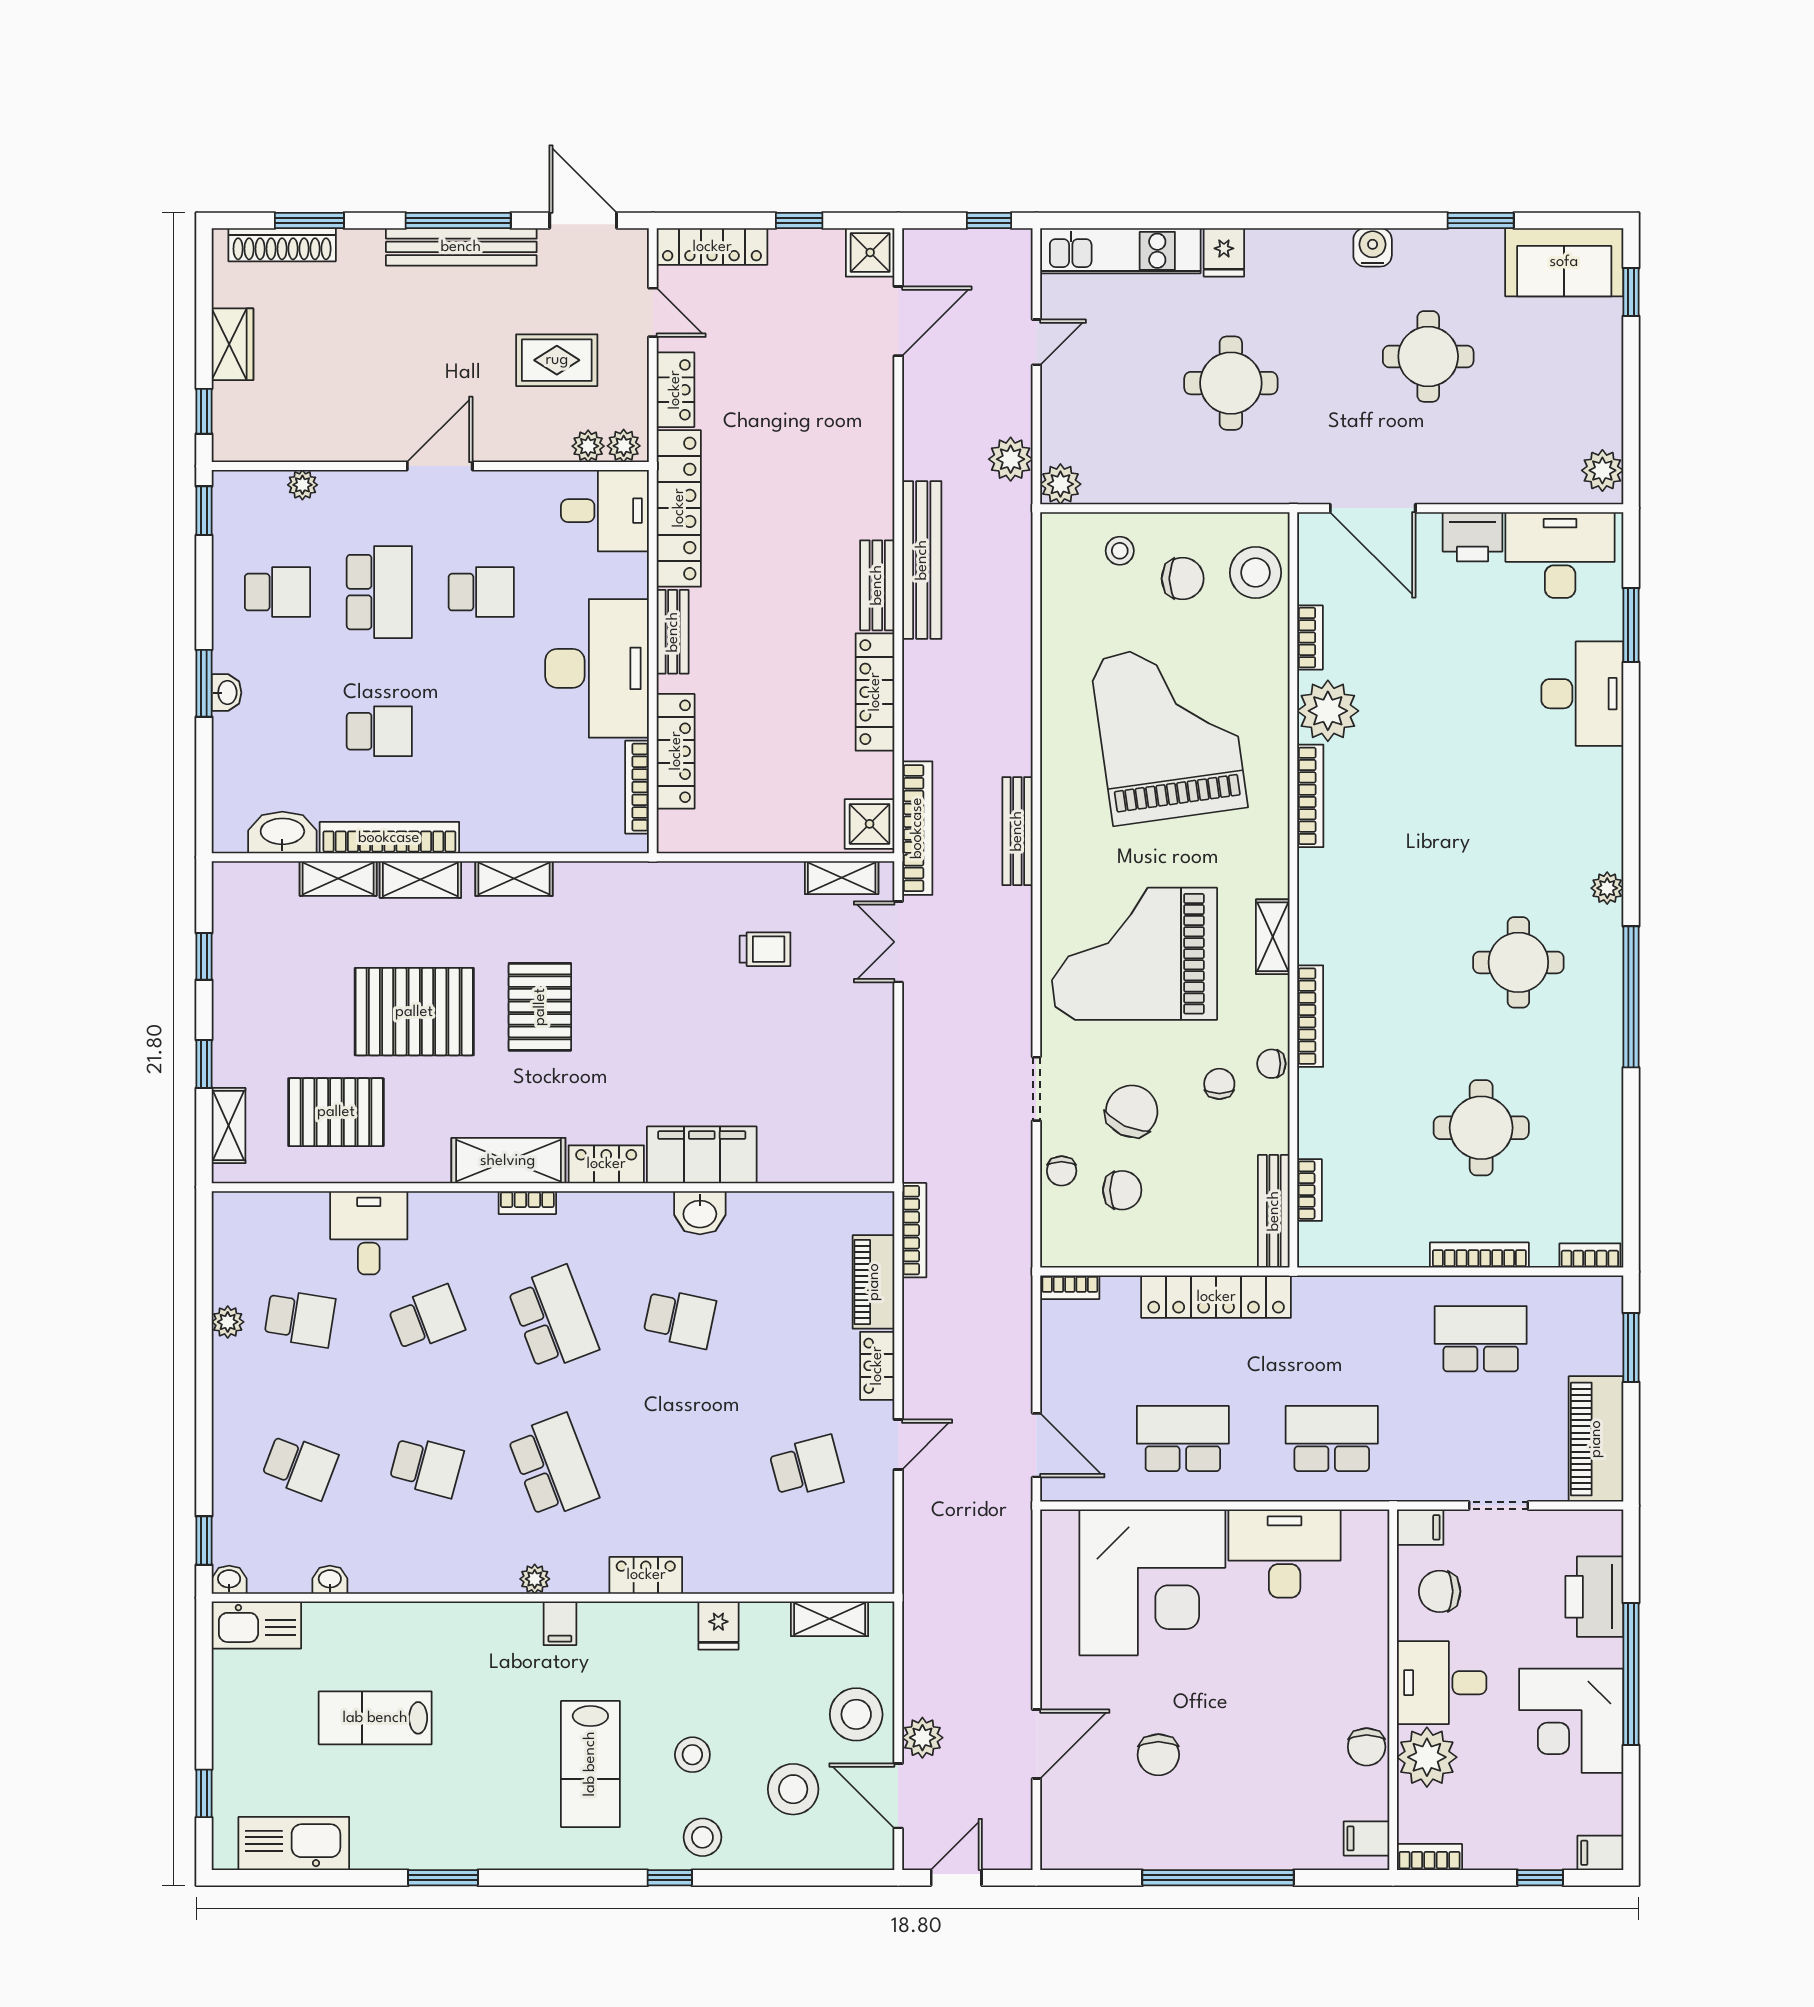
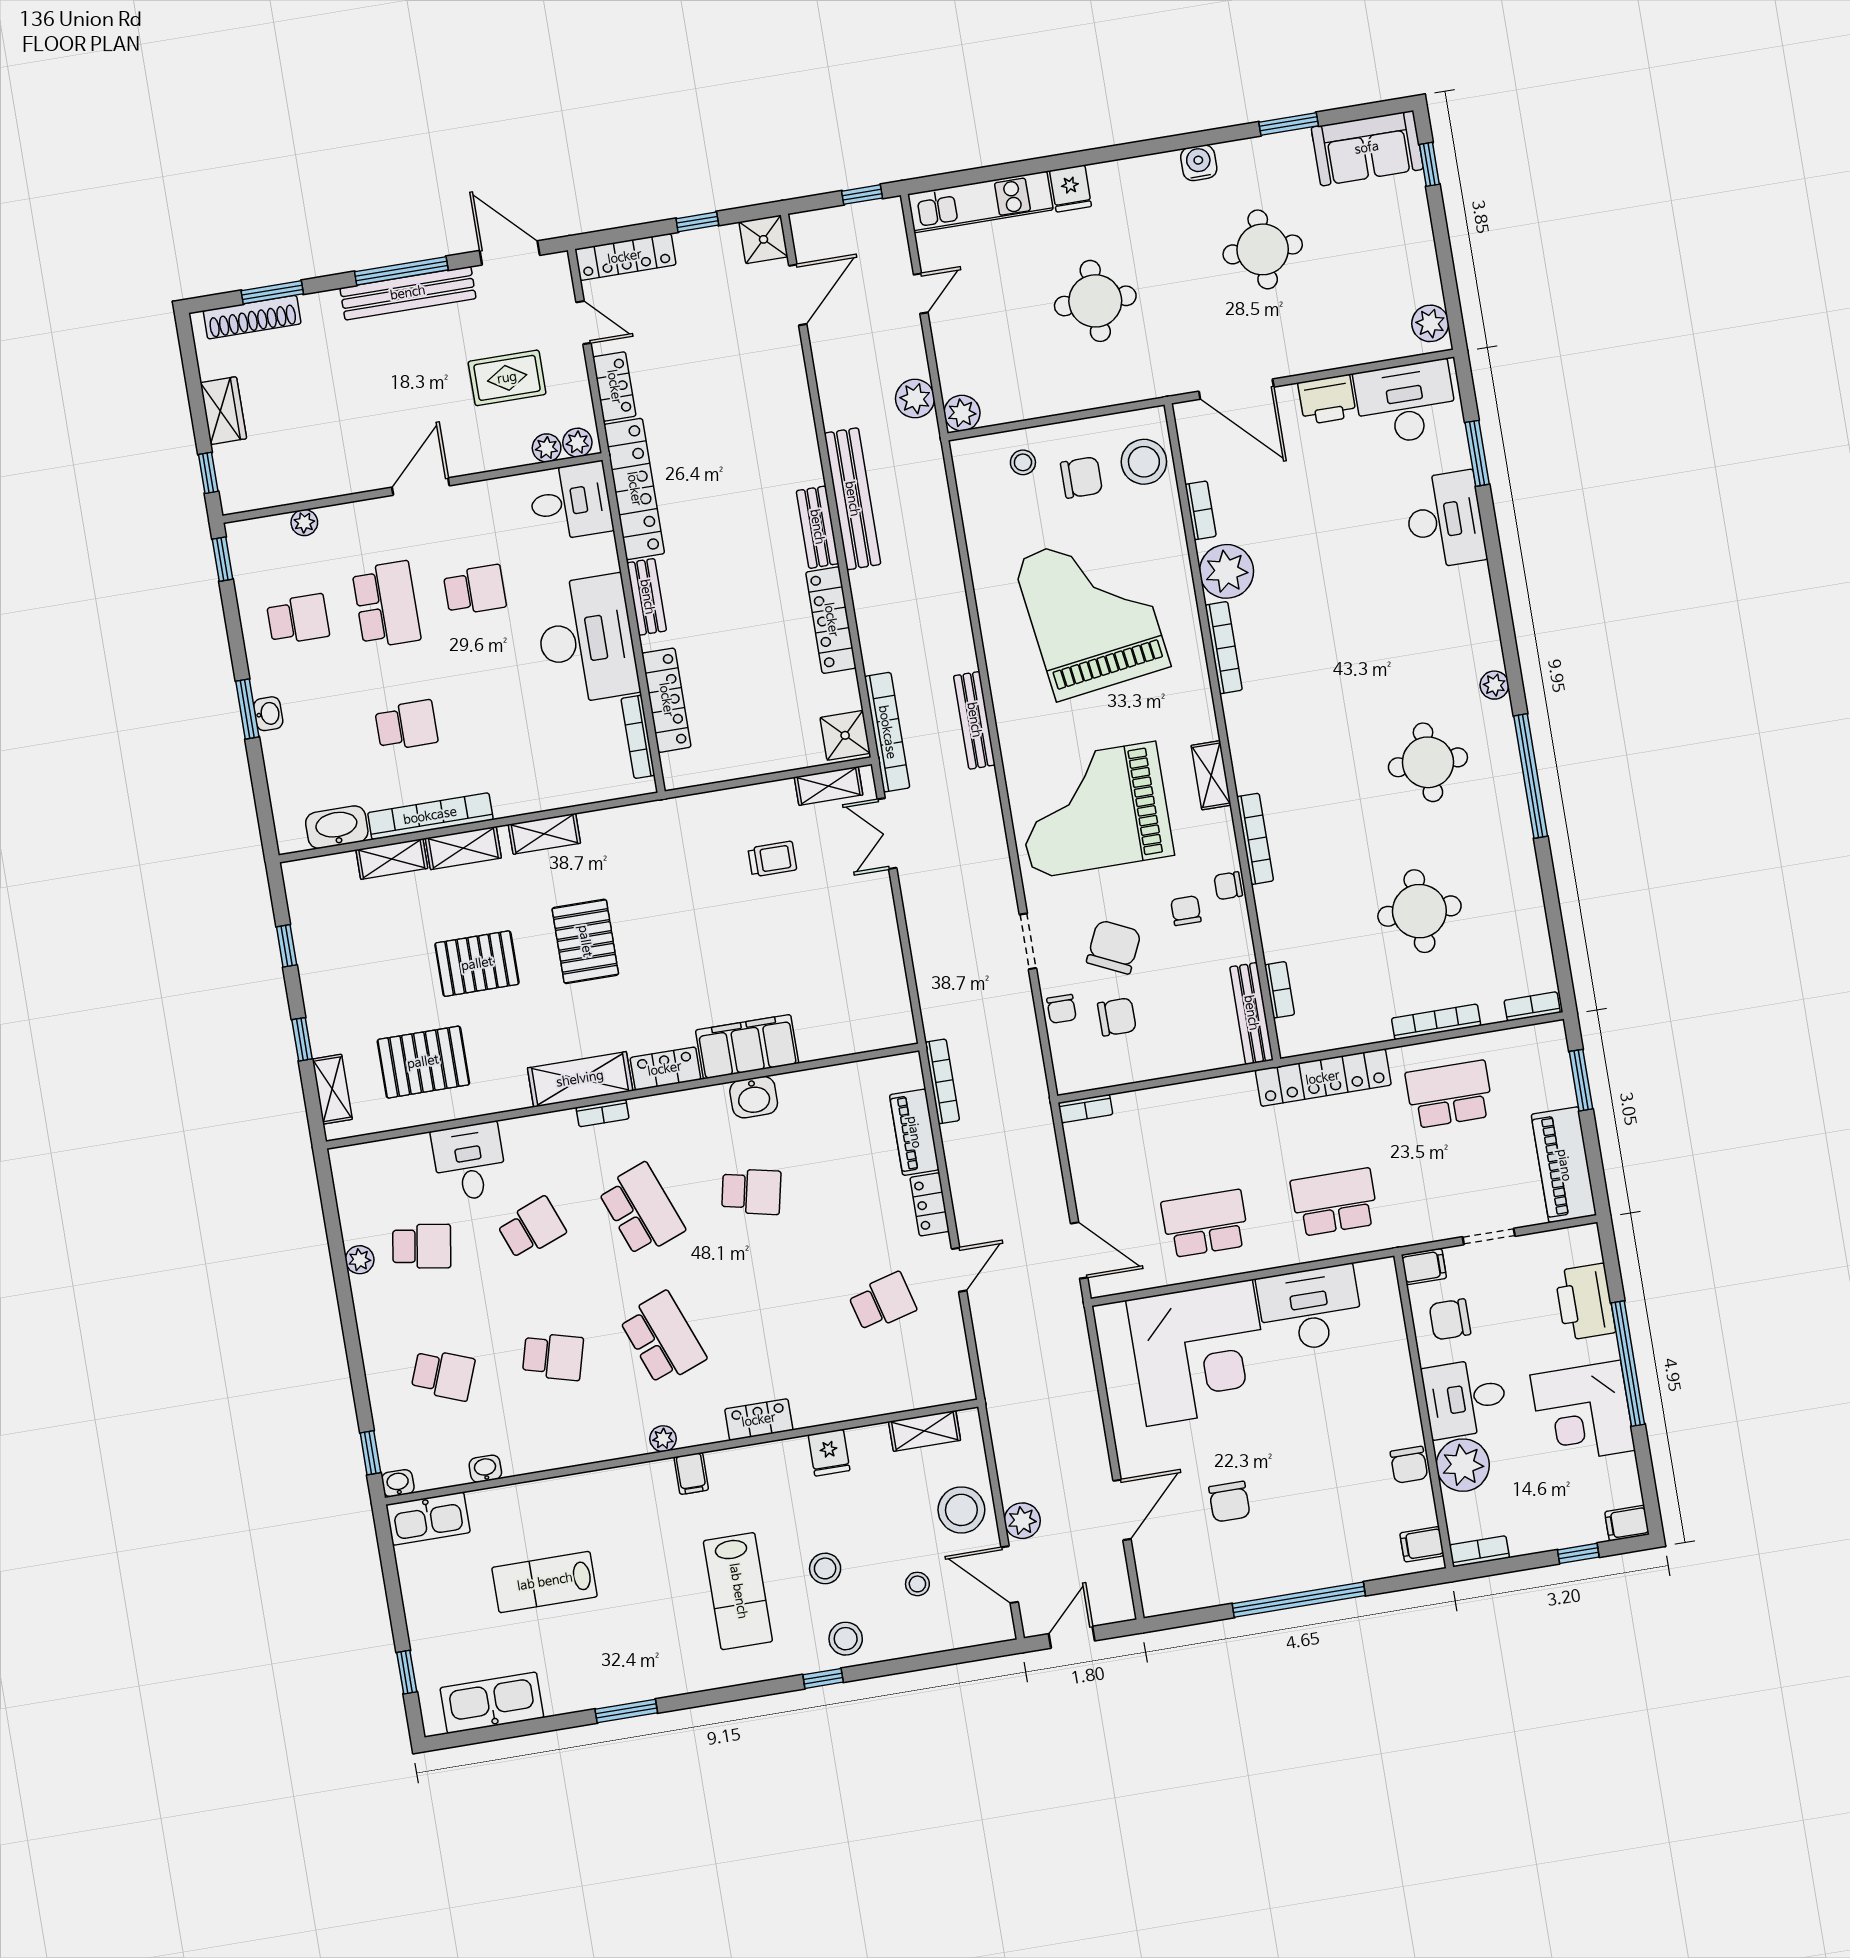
pallet: (414, 1012) -> (477, 964), width x0.73, depth x0.71
locker: (1216, 1297) -> (1323, 1078), moved
stool: (793, 1789) -> (917, 1584), width x0.53, depth x0.53

